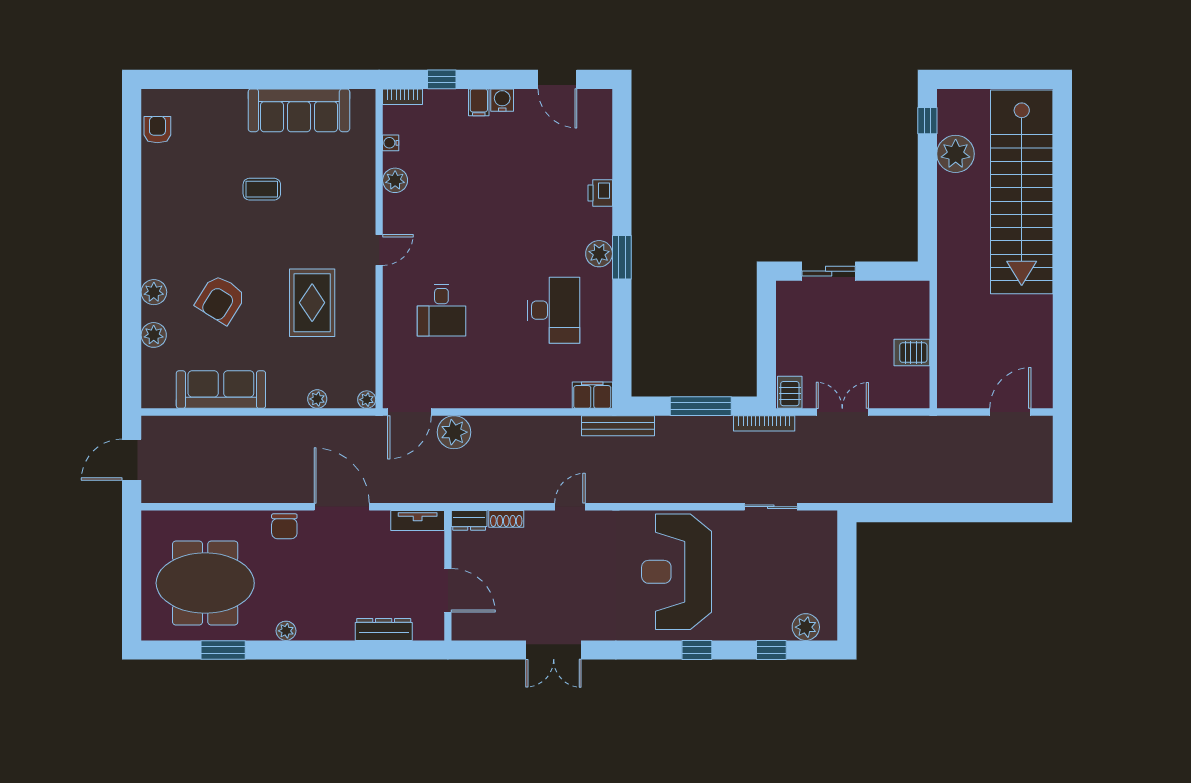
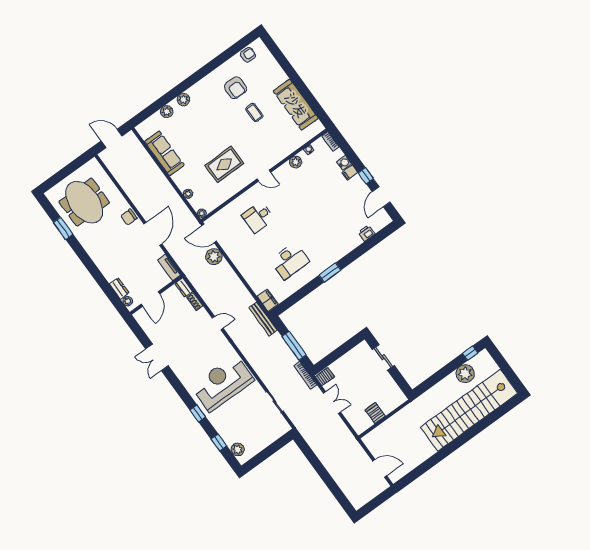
window: (442, 79) -> (366, 176), moved
water cooler: (502, 100) -> (344, 163), moved
printer: (600, 193) -> (367, 233), moved
plant: (599, 254) -> (325, 263), removed
armchair: (221, 299) -> (236, 88), moved, turned -122
dresser: (384, 629) -> (119, 289), width x0.70
plant: (286, 631) -> (128, 301), moved

